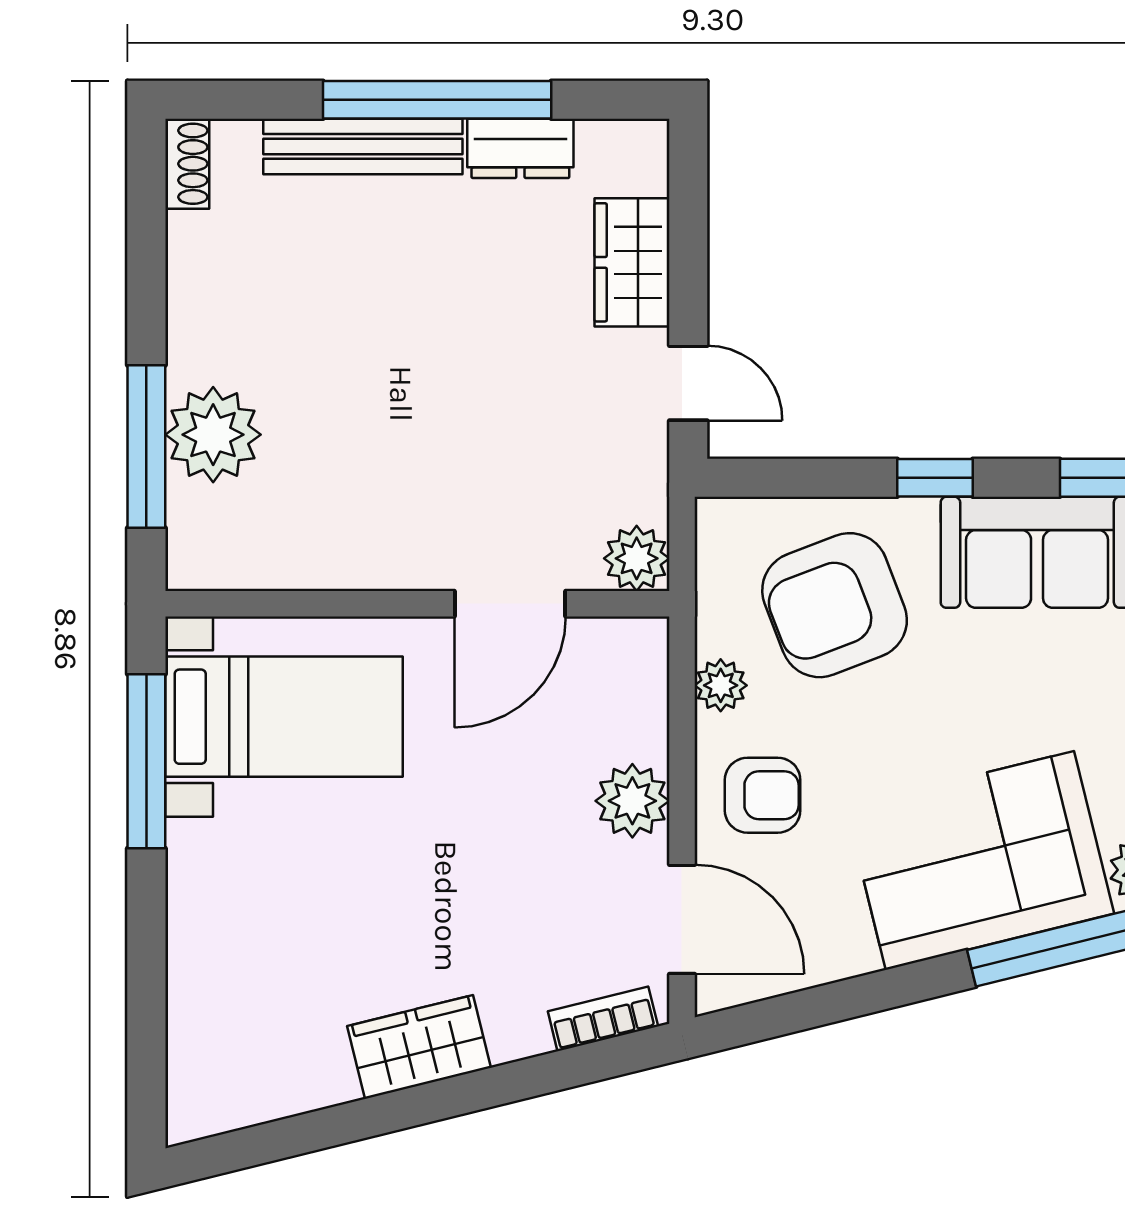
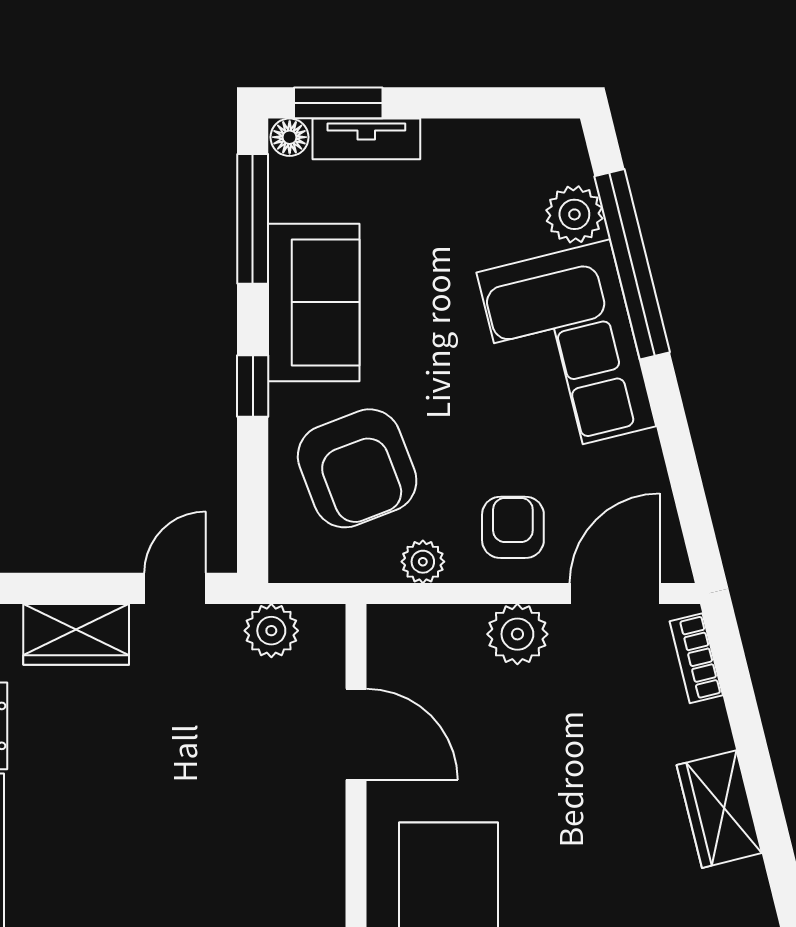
plant: (637, 558) -> (271, 631), moved

